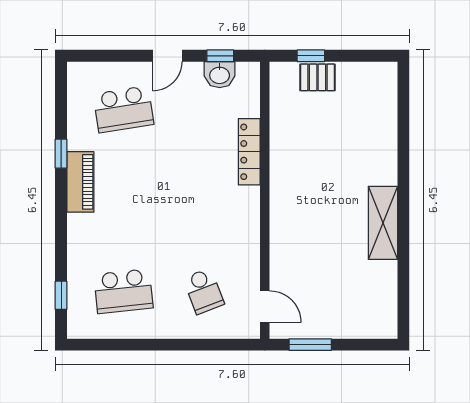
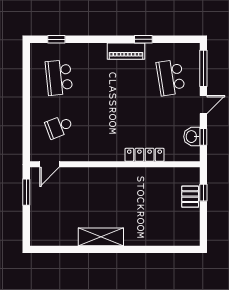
window: (108, 56) -> (203, 68), added
door: (167, 56) -> (203, 105), swing flipped

